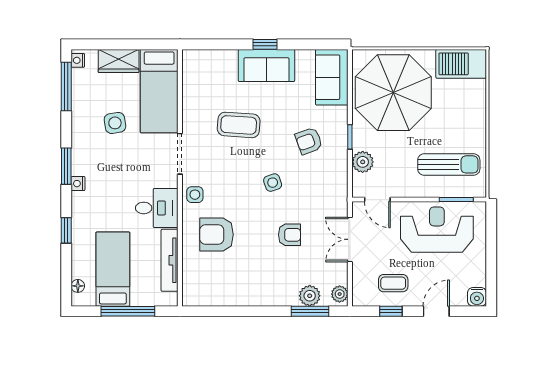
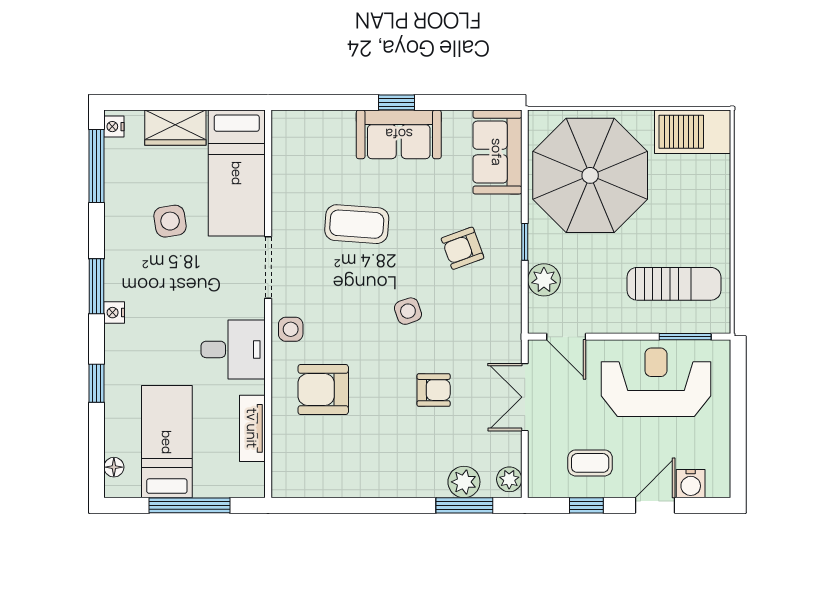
tv unit: (170, 260) -> (252, 428), width x0.71
water cooler: (477, 297) -> (691, 484), moved

